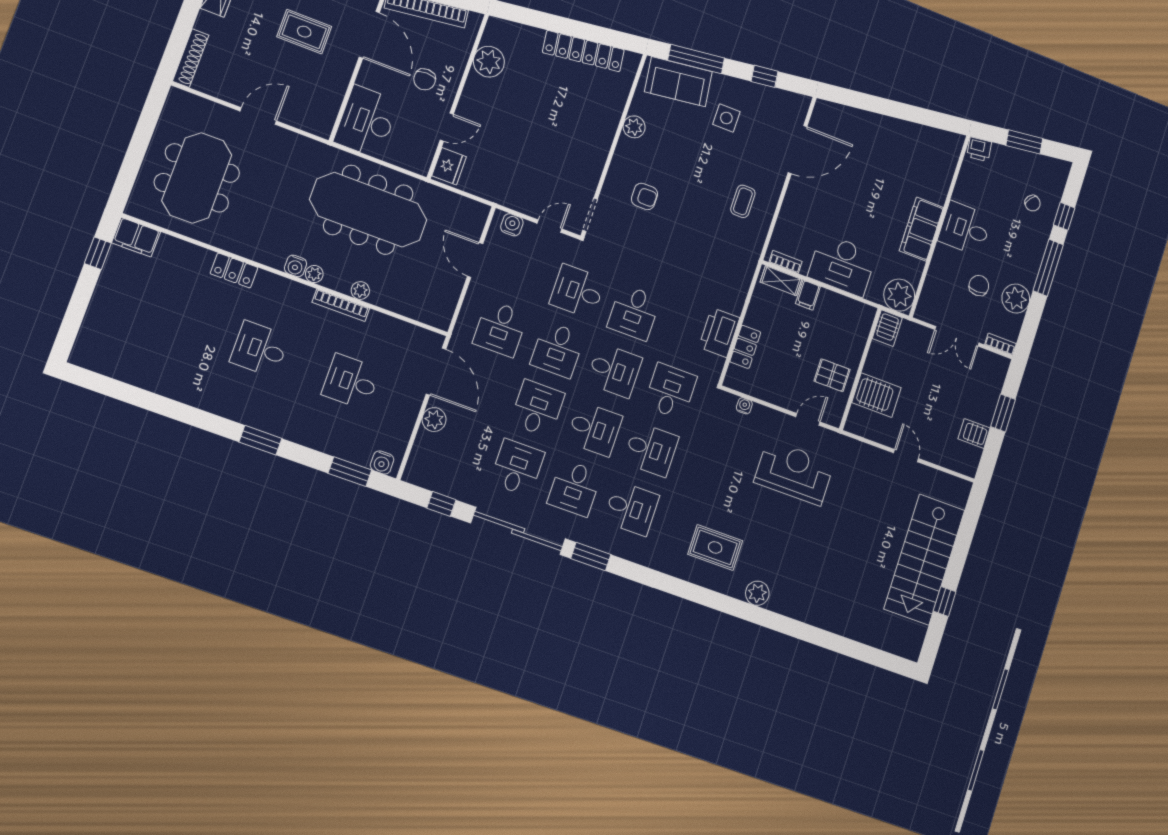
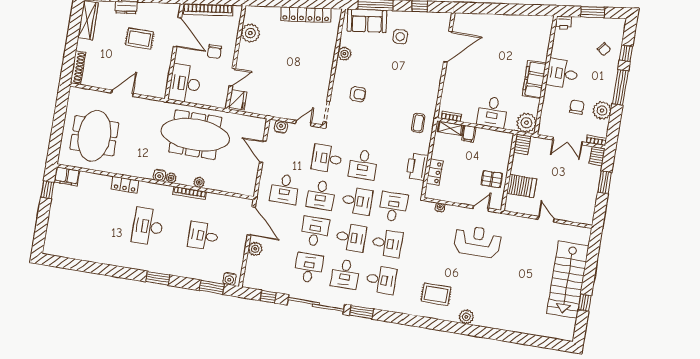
coffee table: (743, 201) -> (418, 123), moved
desk: (842, 265) -> (492, 112), width x0.73
desk: (260, 349) -> (148, 227), width x1.37
server rack: (974, 433) -> (597, 156), moved, turned -90

